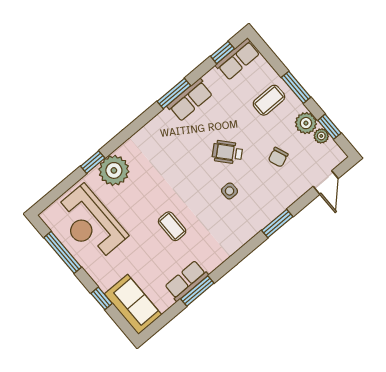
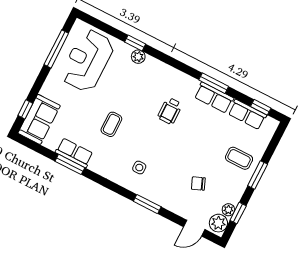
row of seats: (238, 59) -> (247, 114), moved
plant: (306, 123) -> (218, 223), moved
wheelchair: (227, 152) -> (170, 111), moved, turned -139
plant: (114, 170) -> (138, 57), width x0.53, depth x0.53
side table: (230, 191) -> (139, 168), moved
window: (102, 298) -> (25, 109), moved

